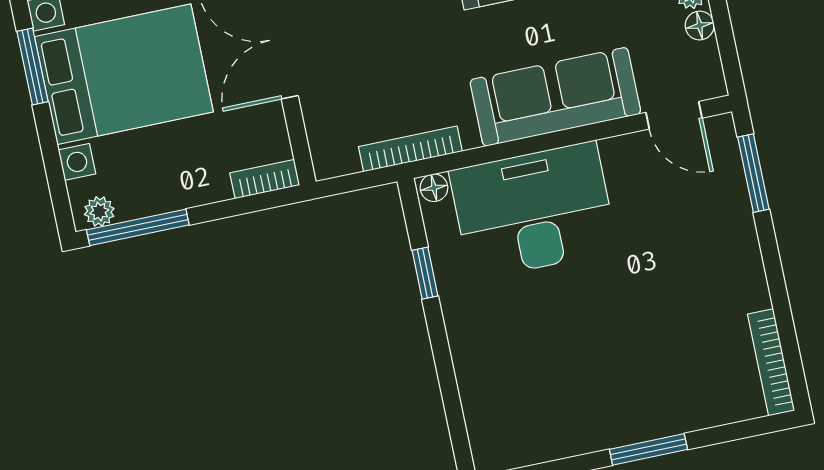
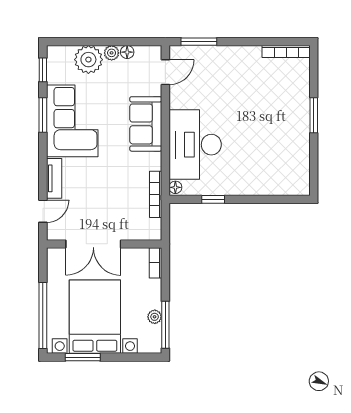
sofa: (555, 97) -> (146, 124), width x0.73
plant: (99, 212) -> (155, 317), moved

